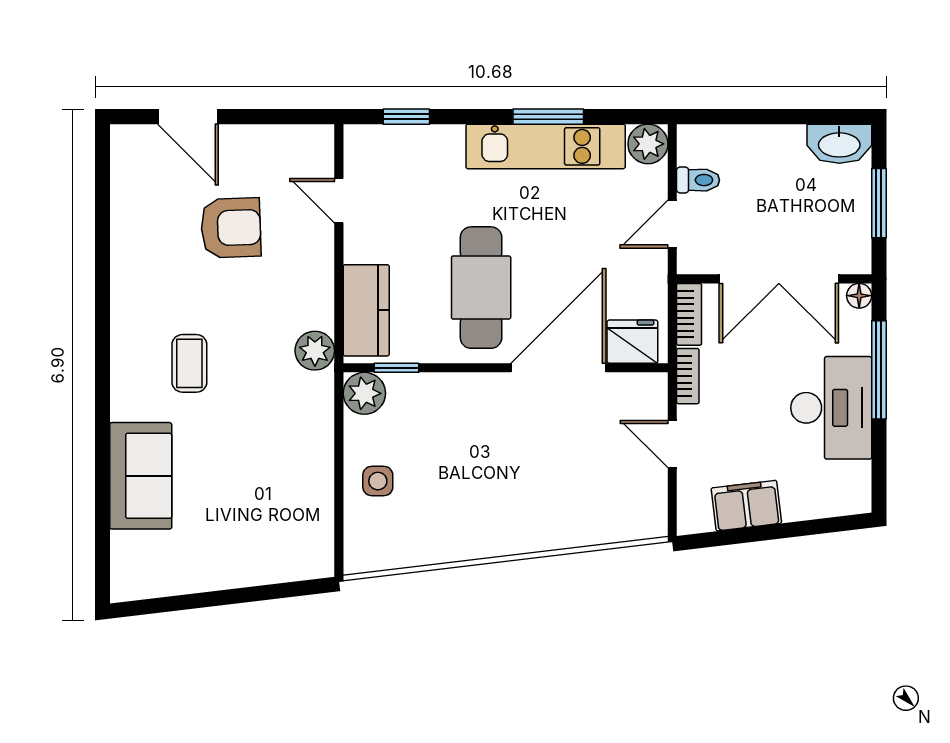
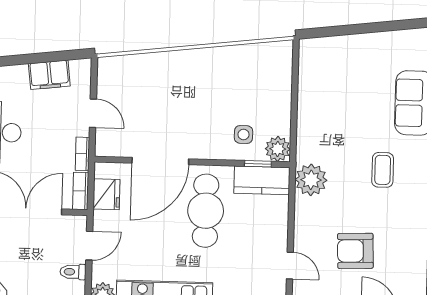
kitchen counter: (366, 310) -> (262, 180), moved, turned -90
fridge: (632, 342) -> (106, 194), moved, turned -90
plant: (315, 351) -> (311, 180), width x1.36, depth x1.36
side table: (378, 481) -> (243, 134), moved

